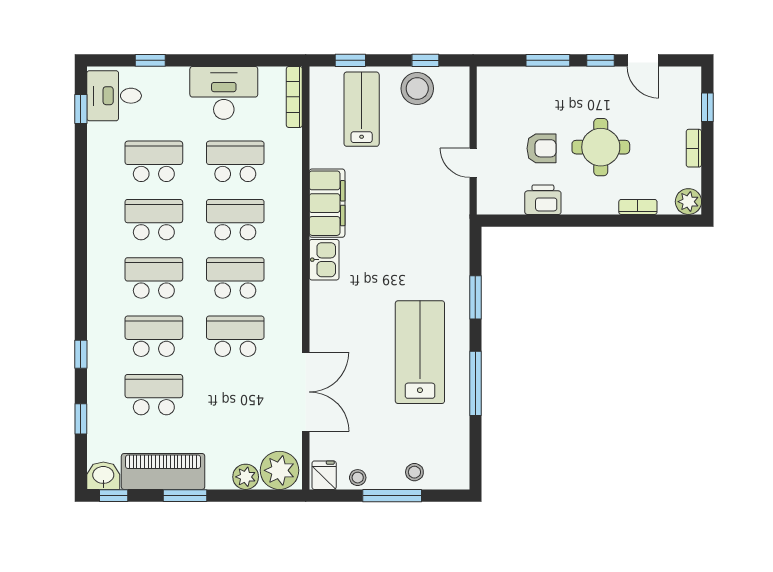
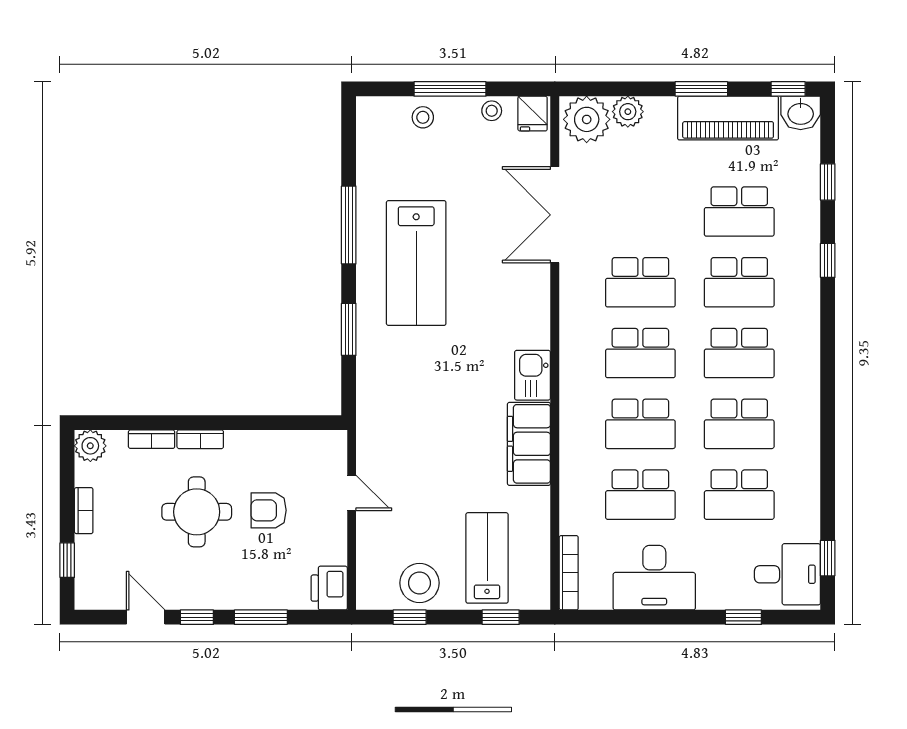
lab bench: (362, 109) -> (487, 558), turned 180
printer: (543, 200) -> (329, 588), moved, turned 90
bookcase: (598, 207) -> (200, 439), added

